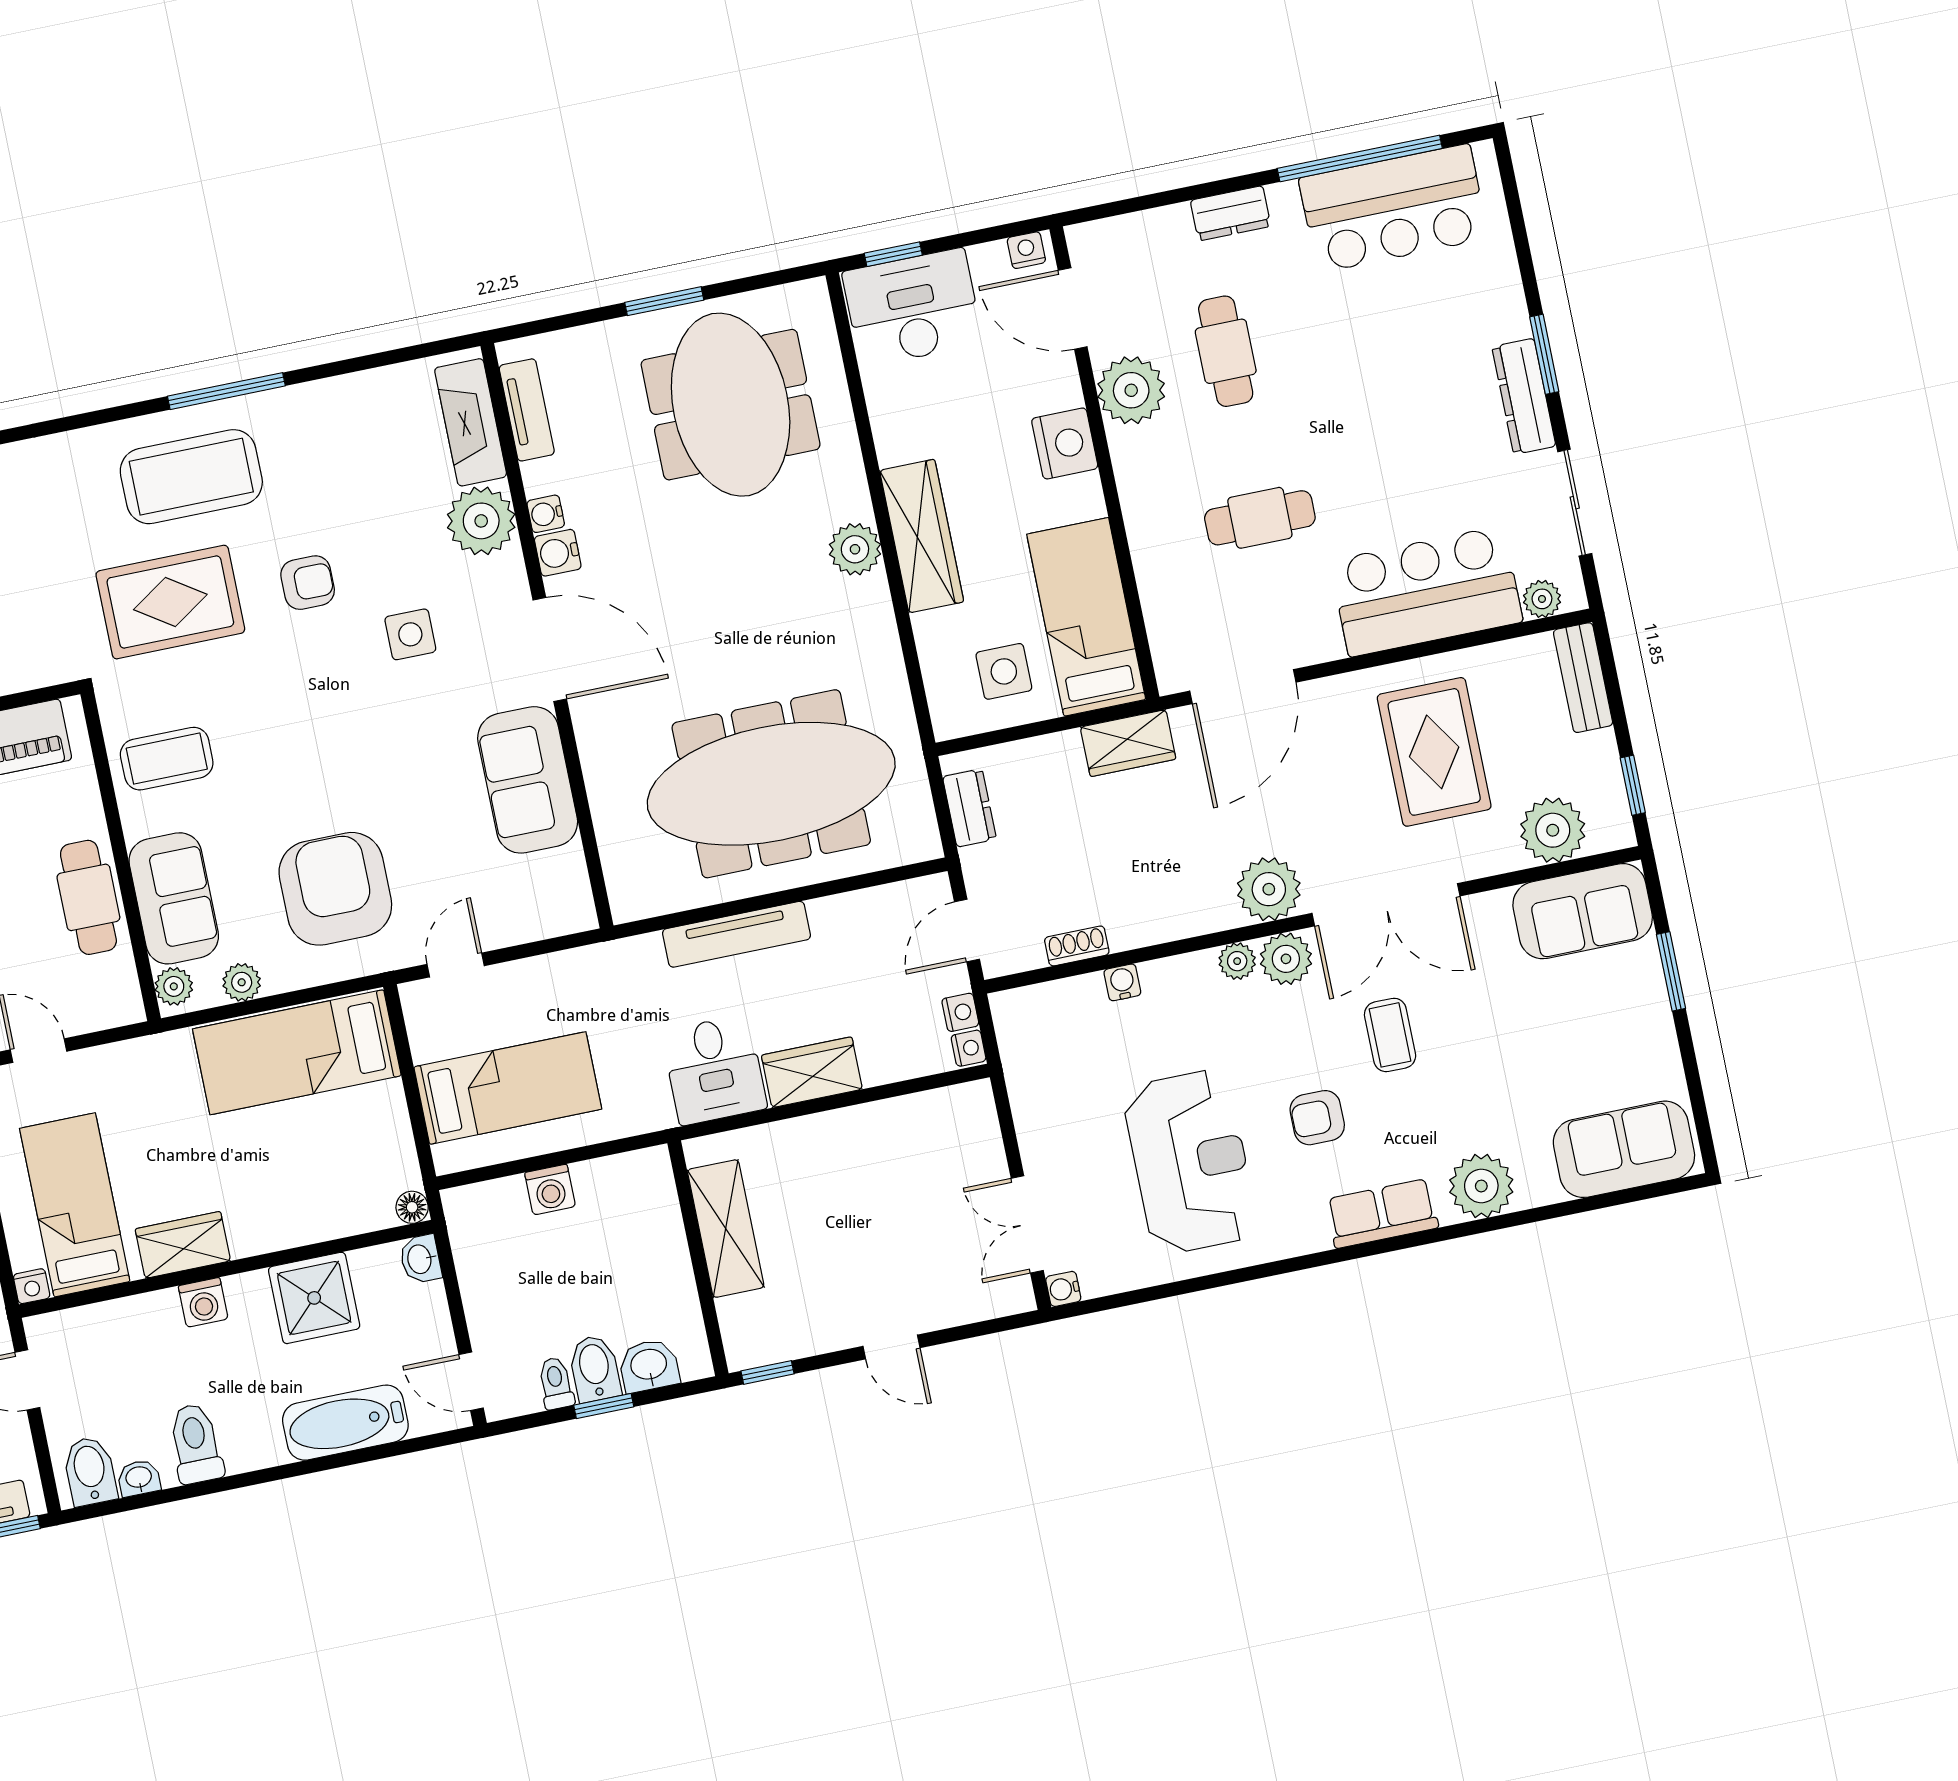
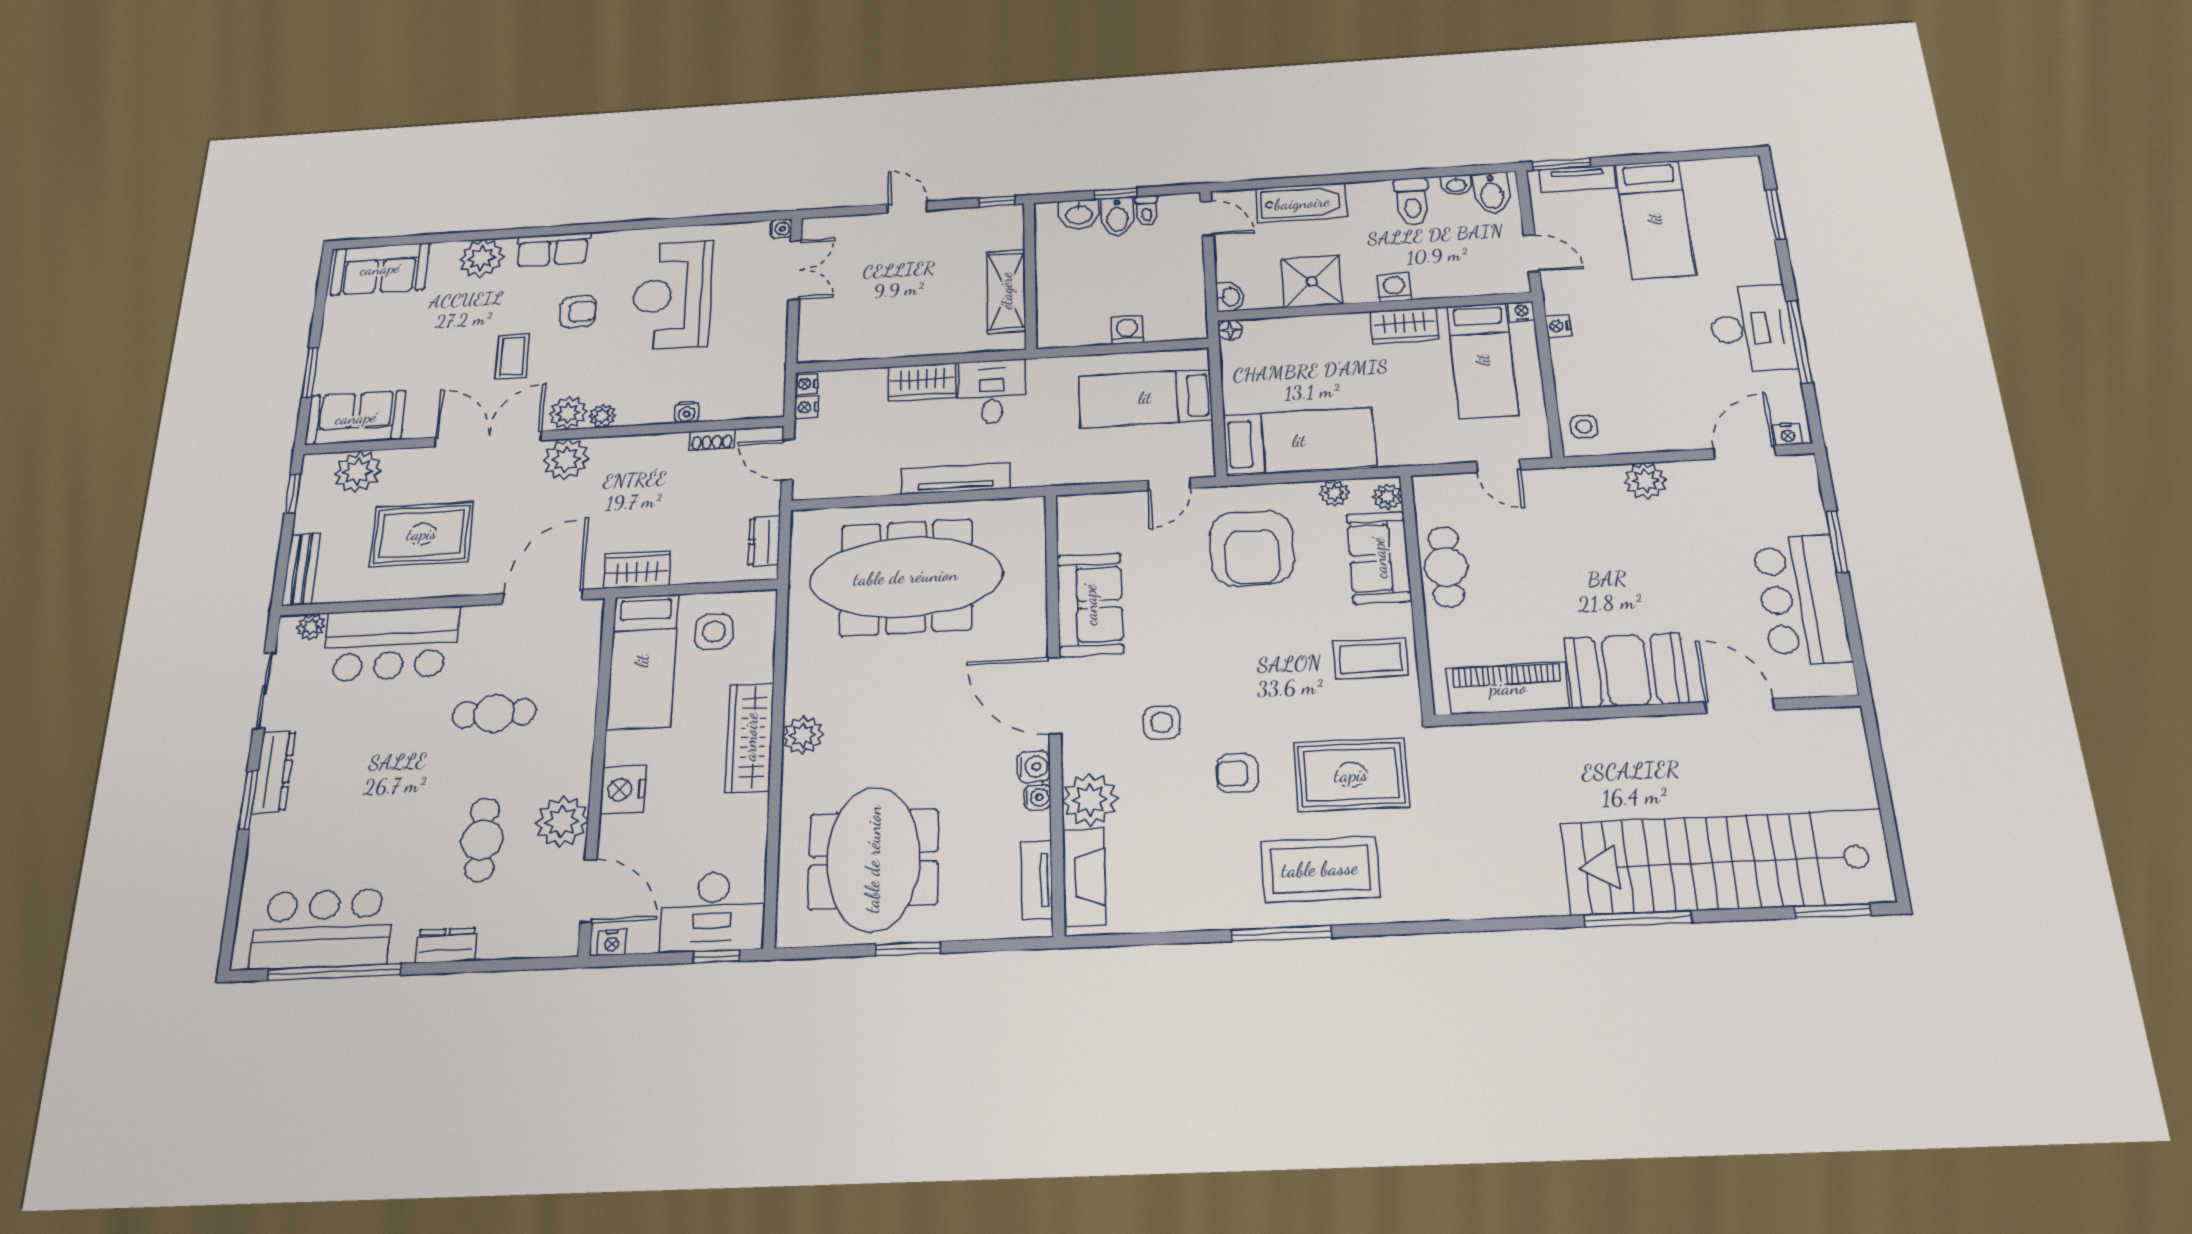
rug: (1434, 752) -> (422, 534), turned 90
door: (967, 930) -> (788, 460), swing flipped

